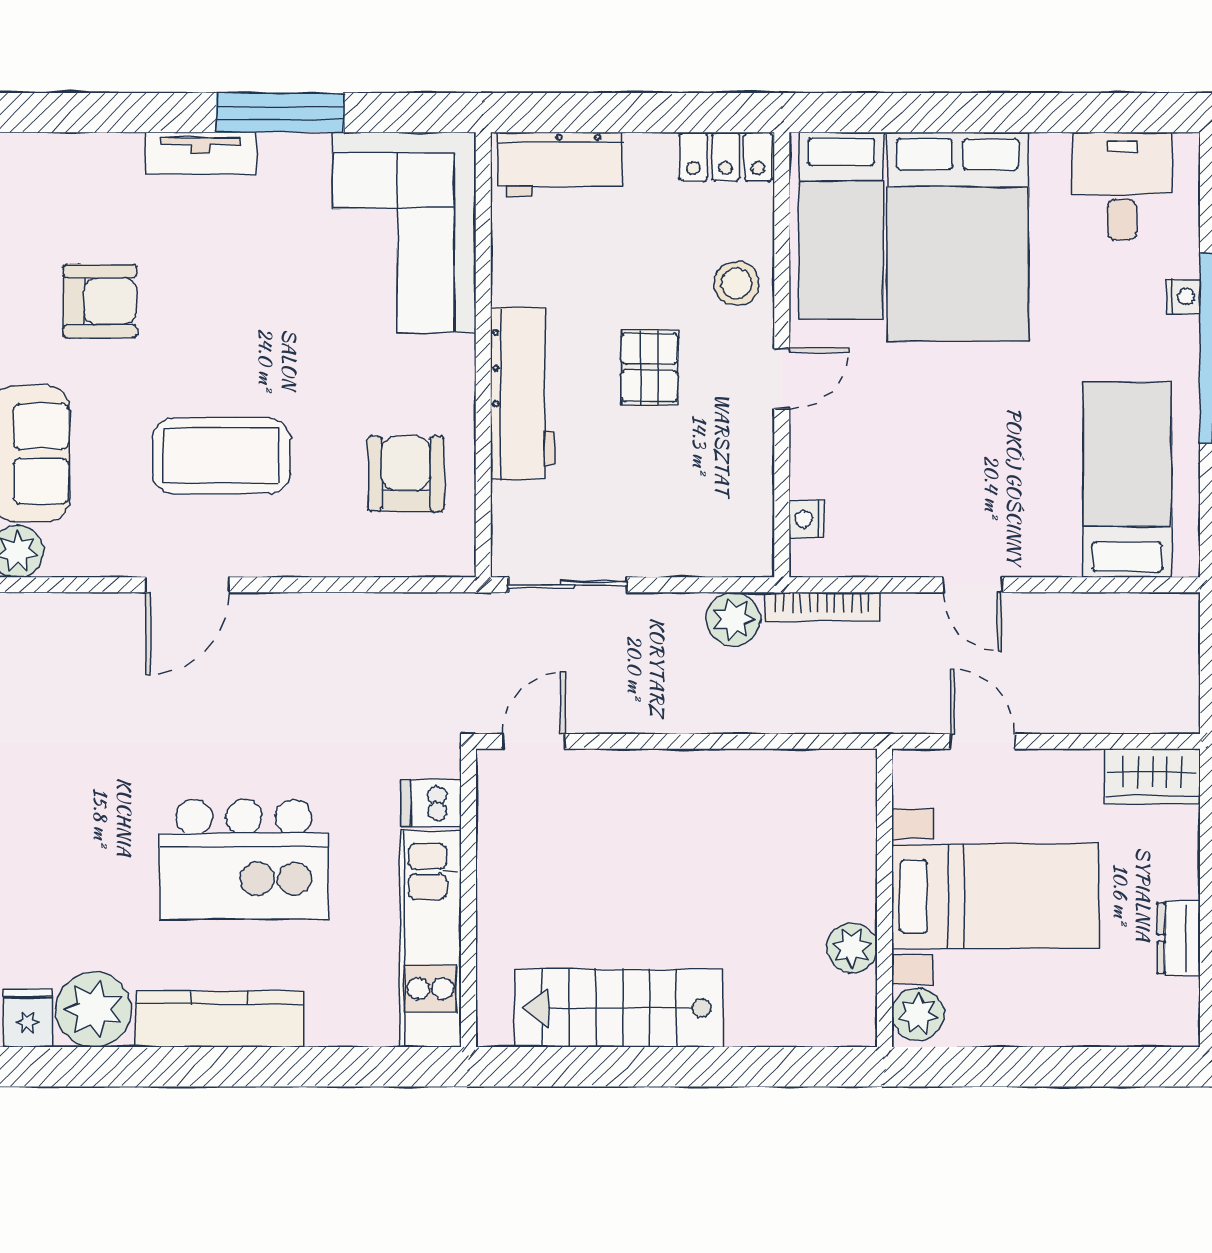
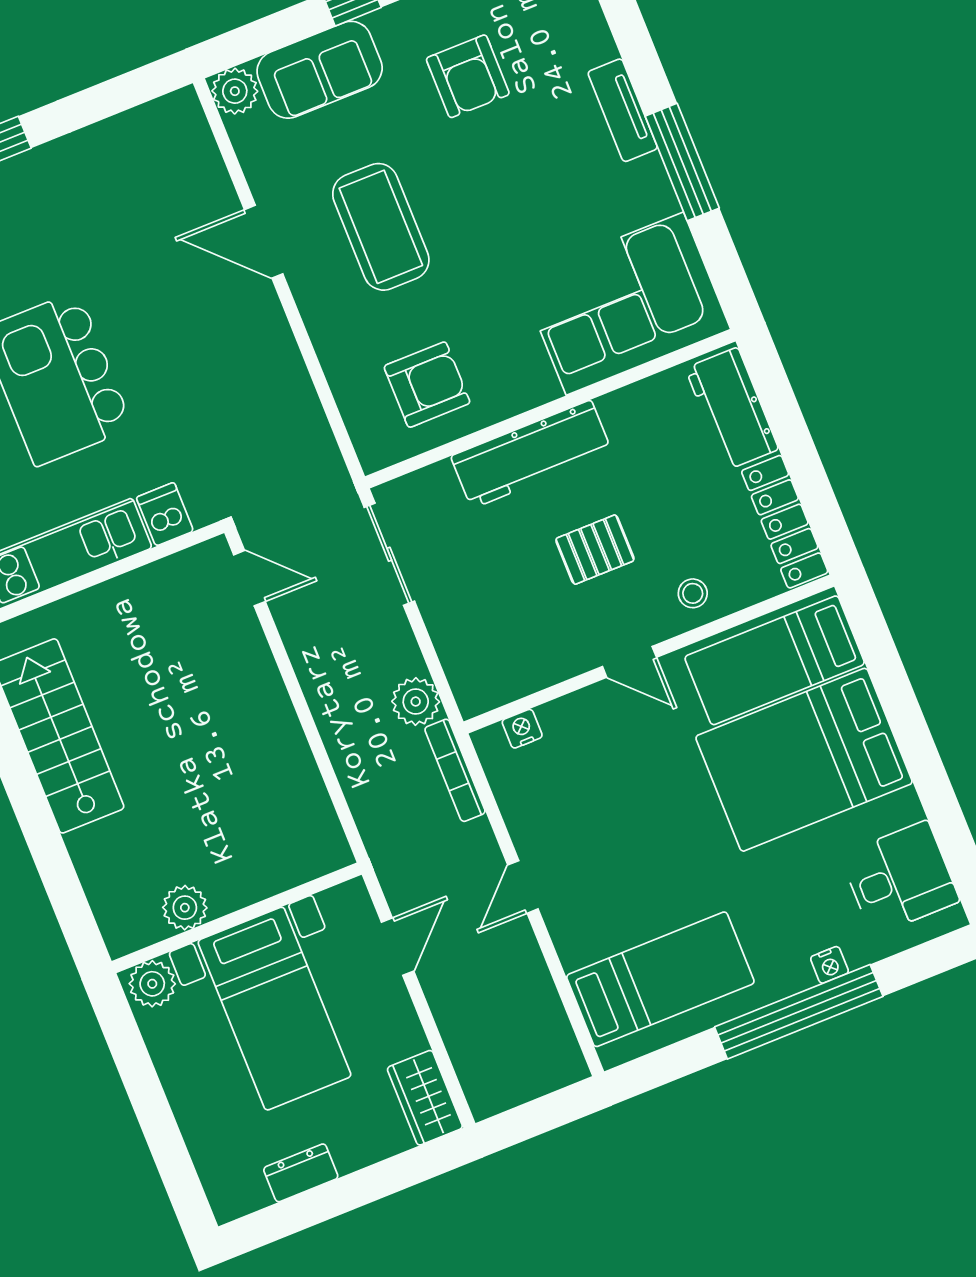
locker: (726, 157) -> (785, 522), width x1.53
stool: (737, 283) -> (693, 593), width x0.73, depth x0.73

